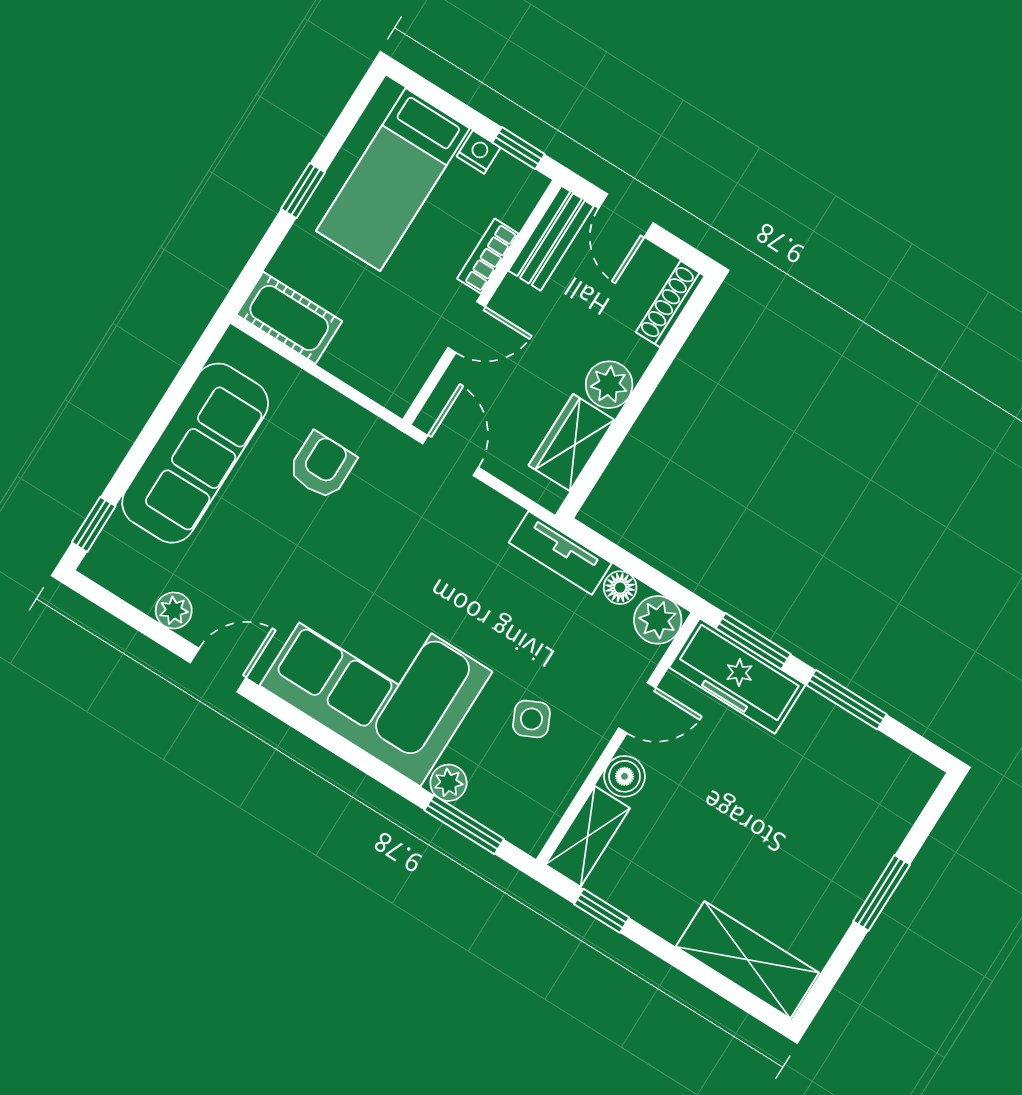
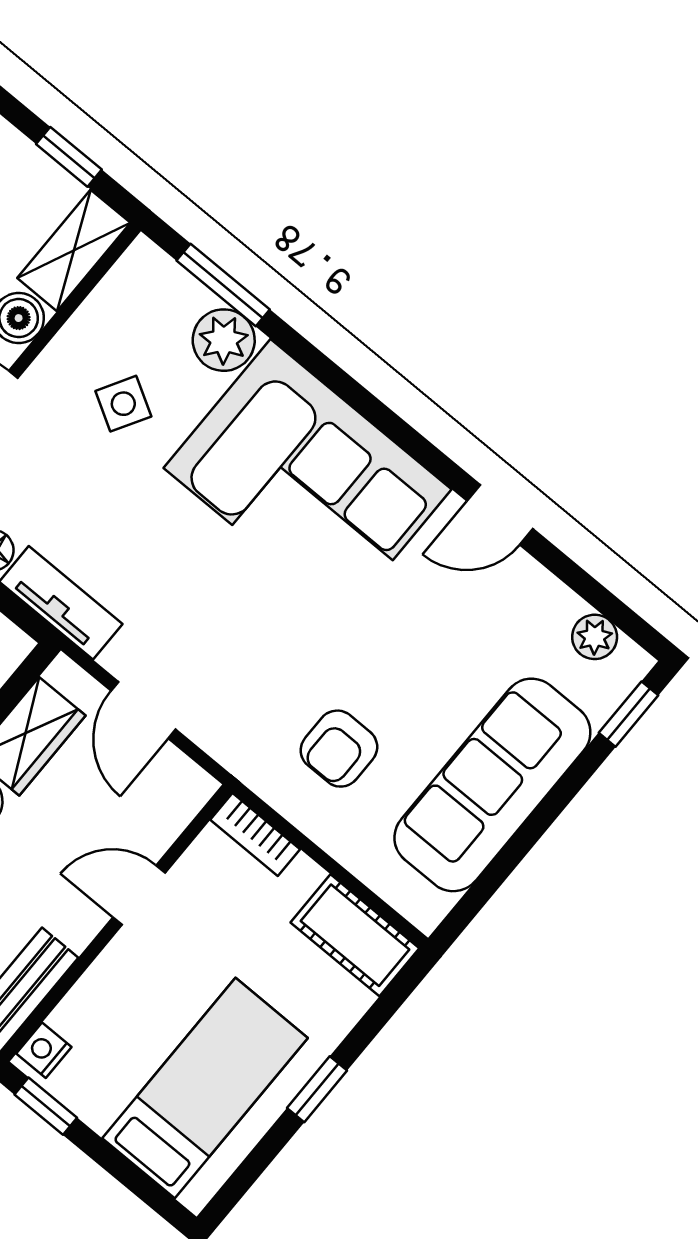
nightstand: (479, 152) -> (44, 1050), moved, turned 90
bookcase: (488, 256) -> (255, 835), moved, turned 90
door: (451, 455) -> (143, 710), moved
plant: (174, 610) -> (595, 637), moved
side table: (531, 719) -> (123, 404), turned -35
plant: (449, 783) -> (224, 340), width x1.38, depth x1.38

